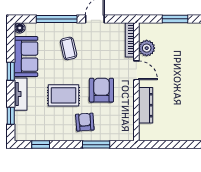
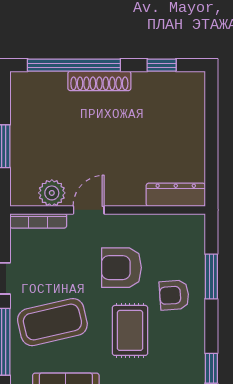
coffee table: (69, 48) -> (52, 322), width x1.86, depth x1.72
dresser: (146, 105) -> (176, 195), moved

